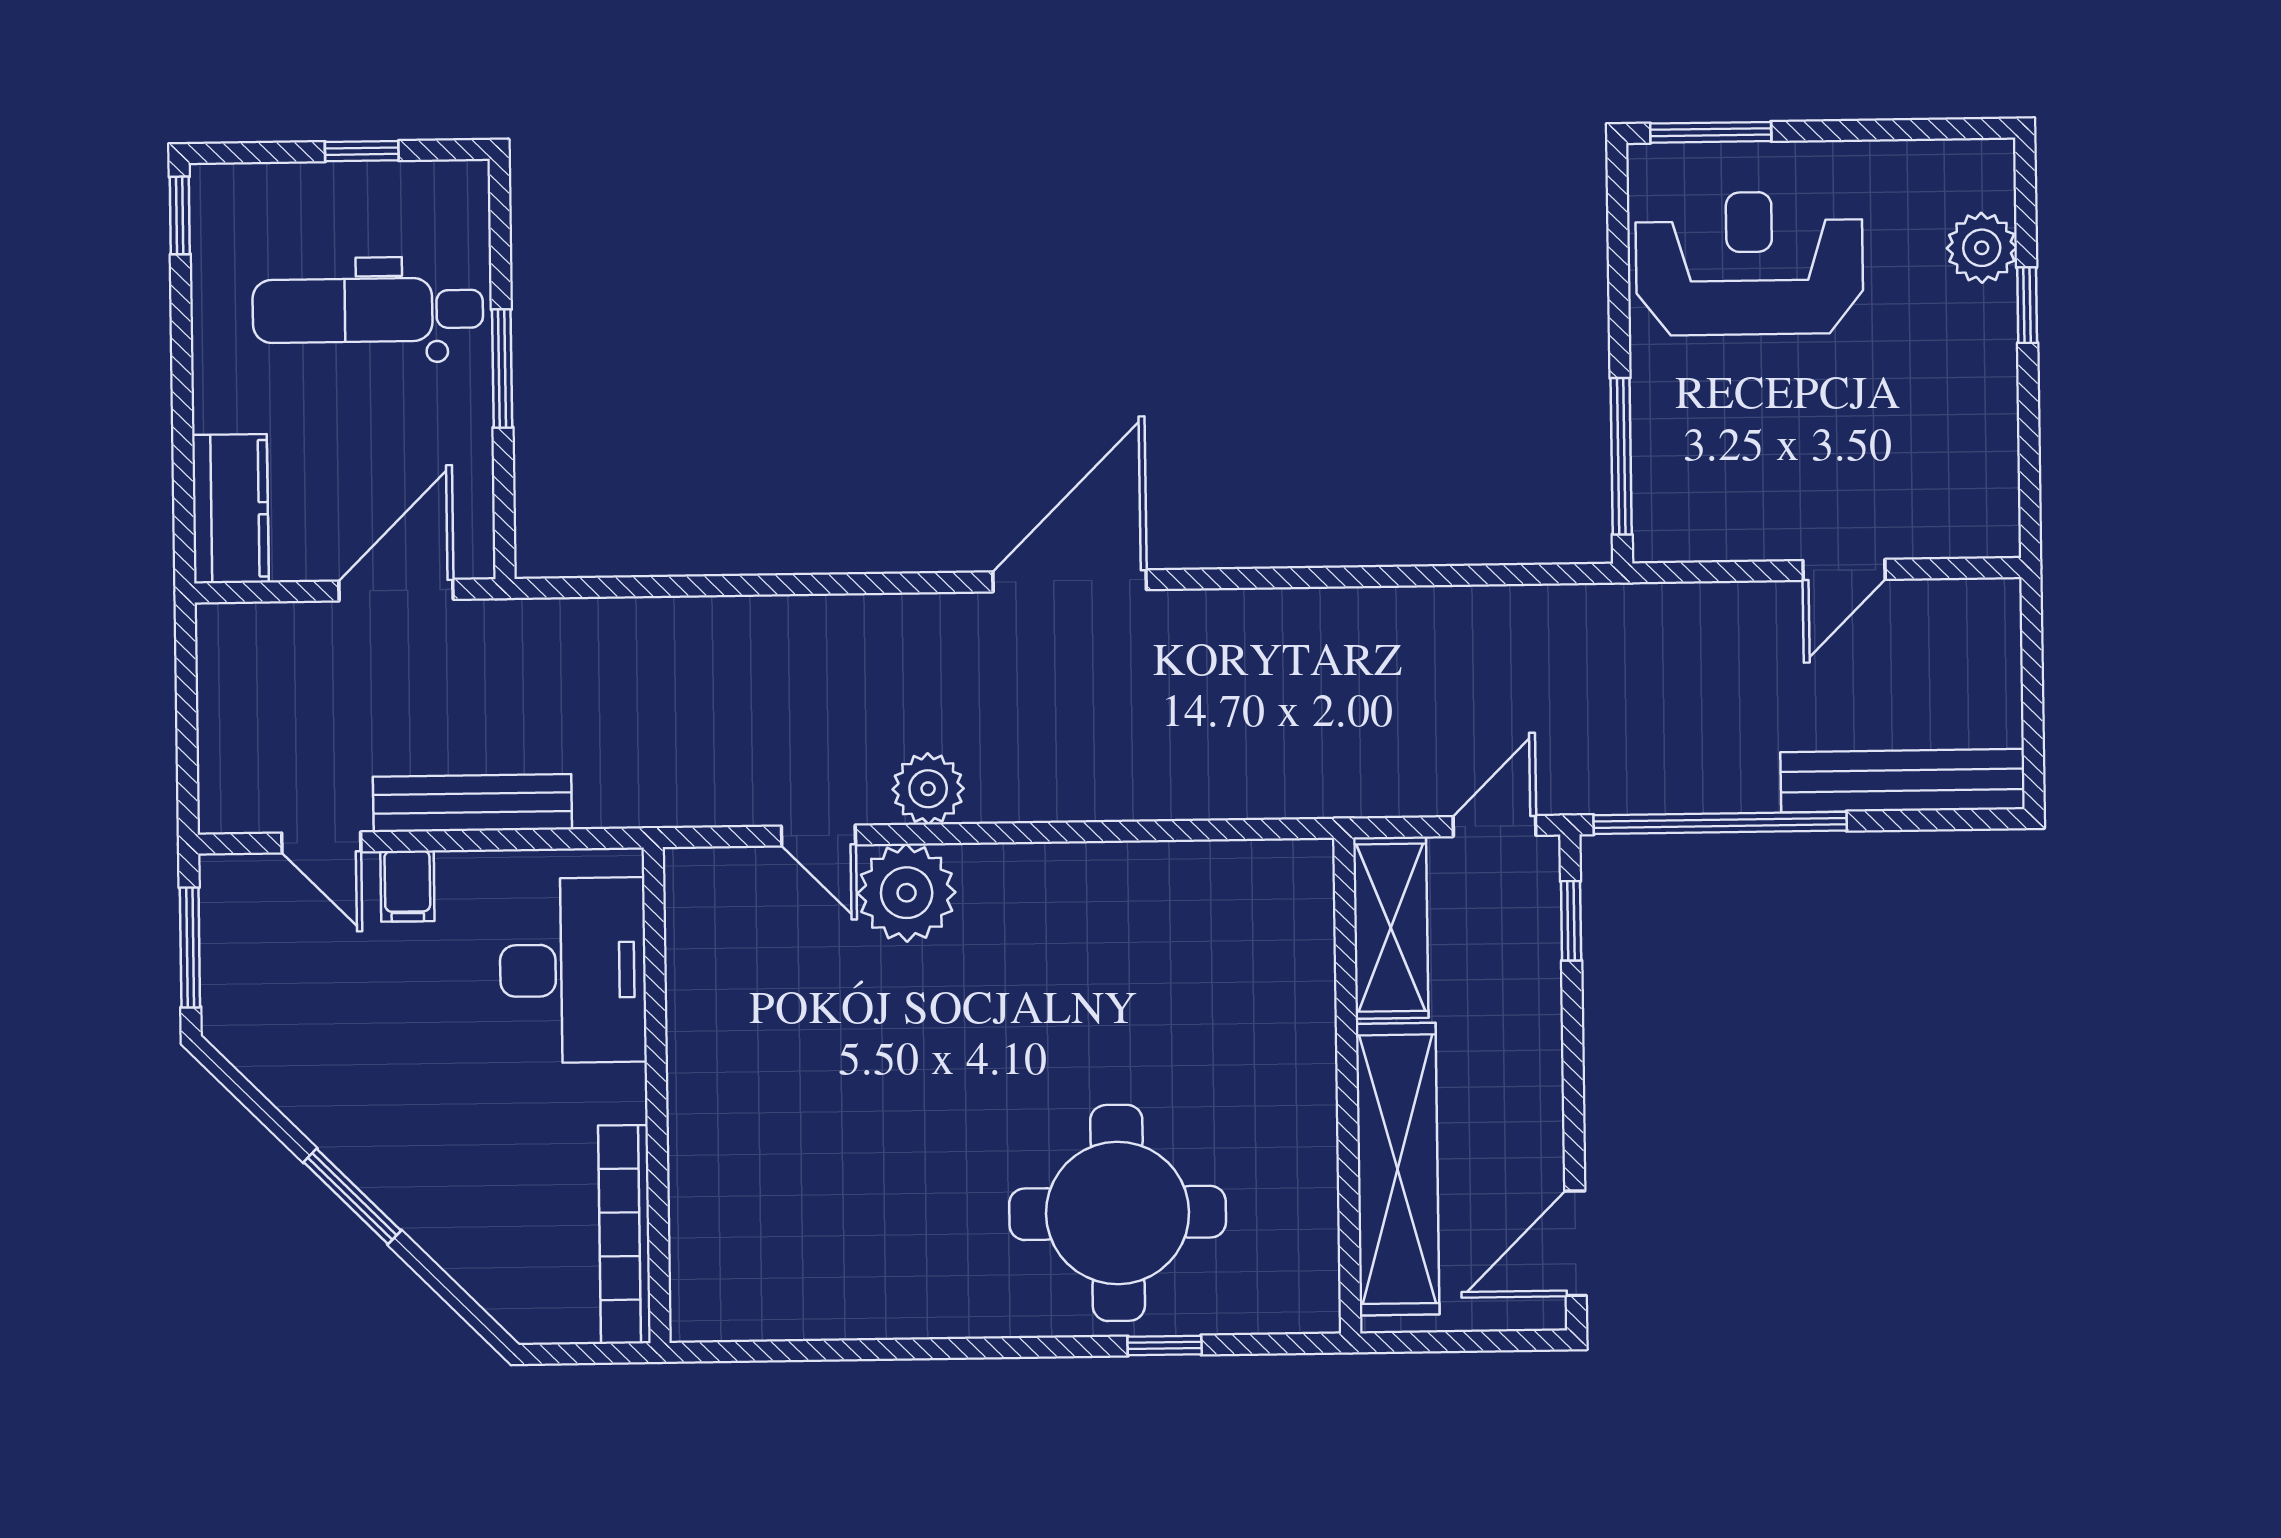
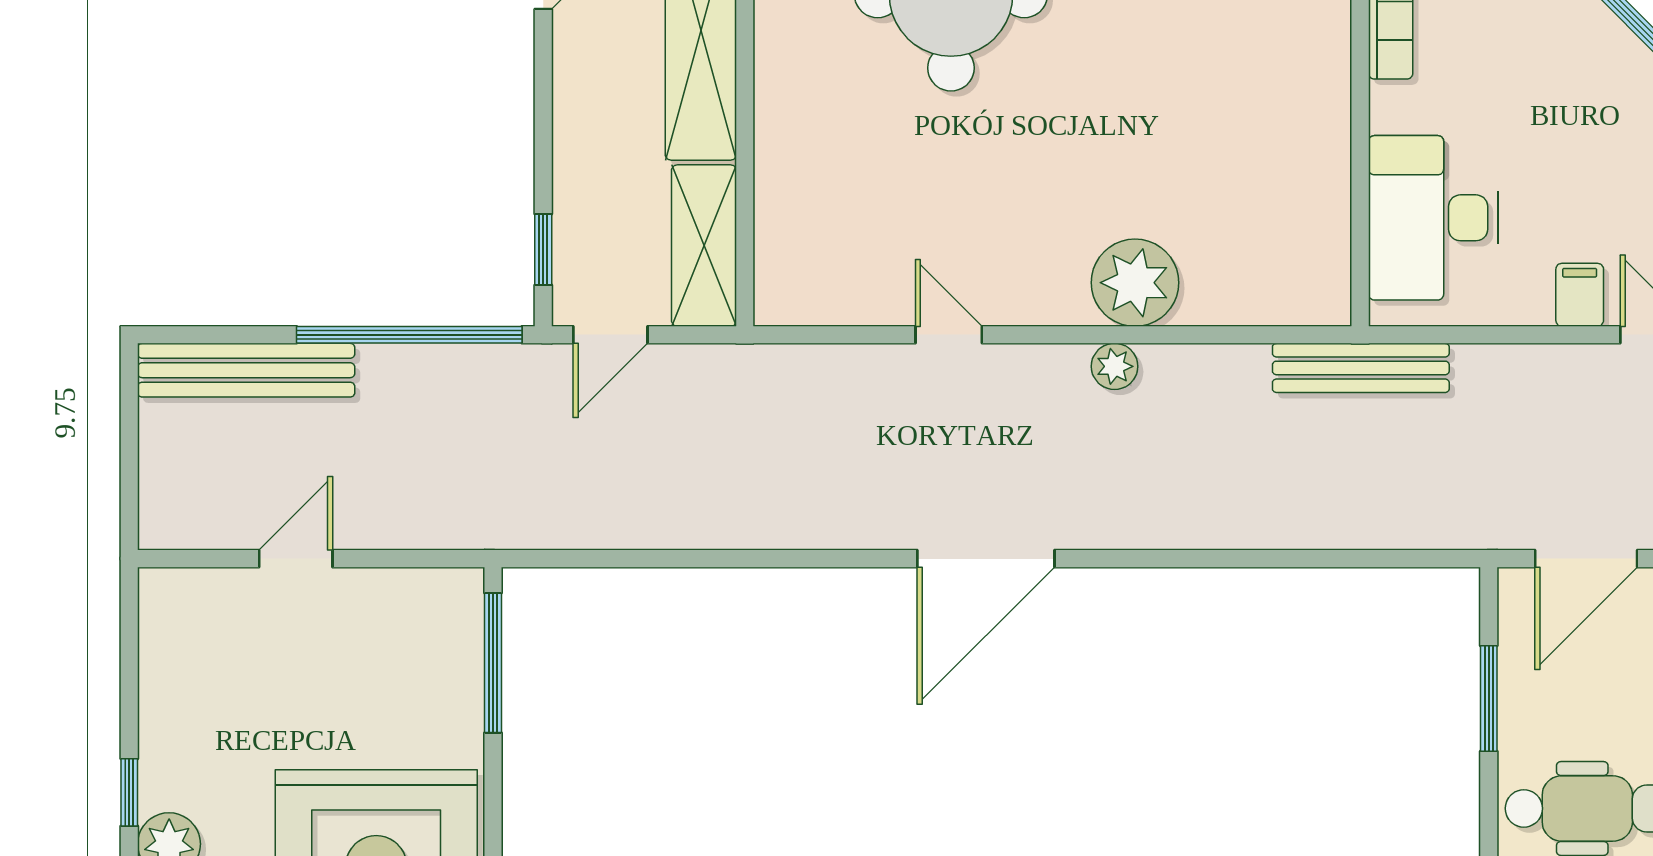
window: (502, 369) -> (1489, 698), moved
plant: (928, 789) -> (1115, 366), width x0.73, depth x0.73
bench: (472, 803) -> (1361, 368), moved
door: (818, 835) -> (949, 335), moved

